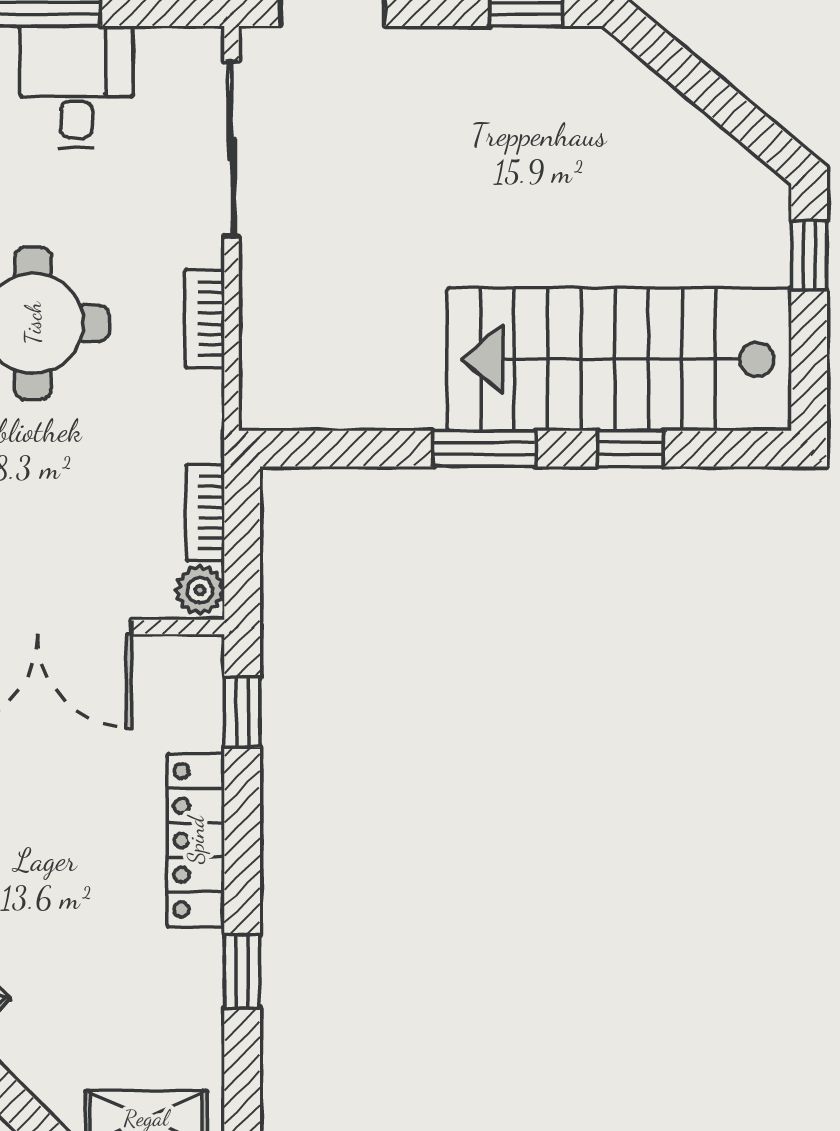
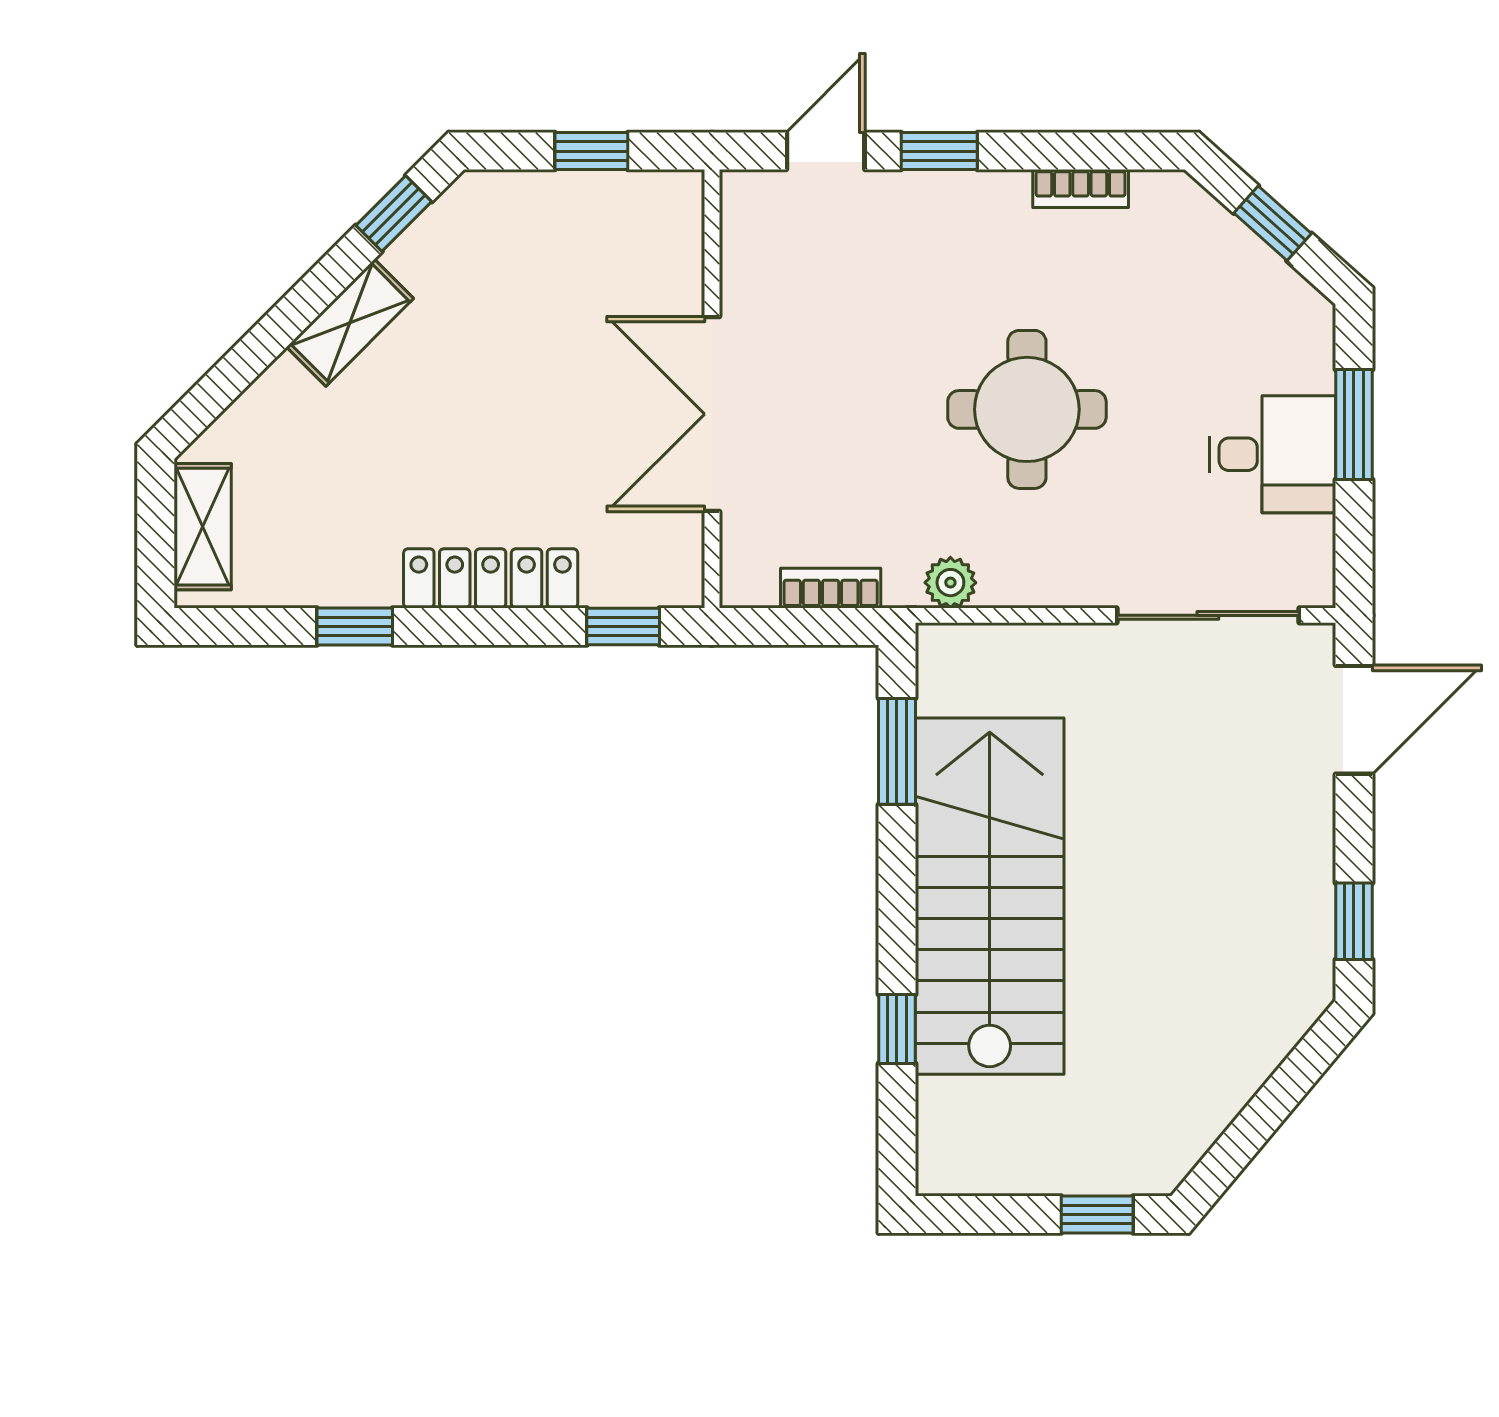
bookcase: (205, 319) -> (1032, 588), removed
stairs: (619, 359) -> (990, 896), moved
window: (484, 449) -> (897, 751), moved
plant: (200, 590) -> (950, 583), moved

